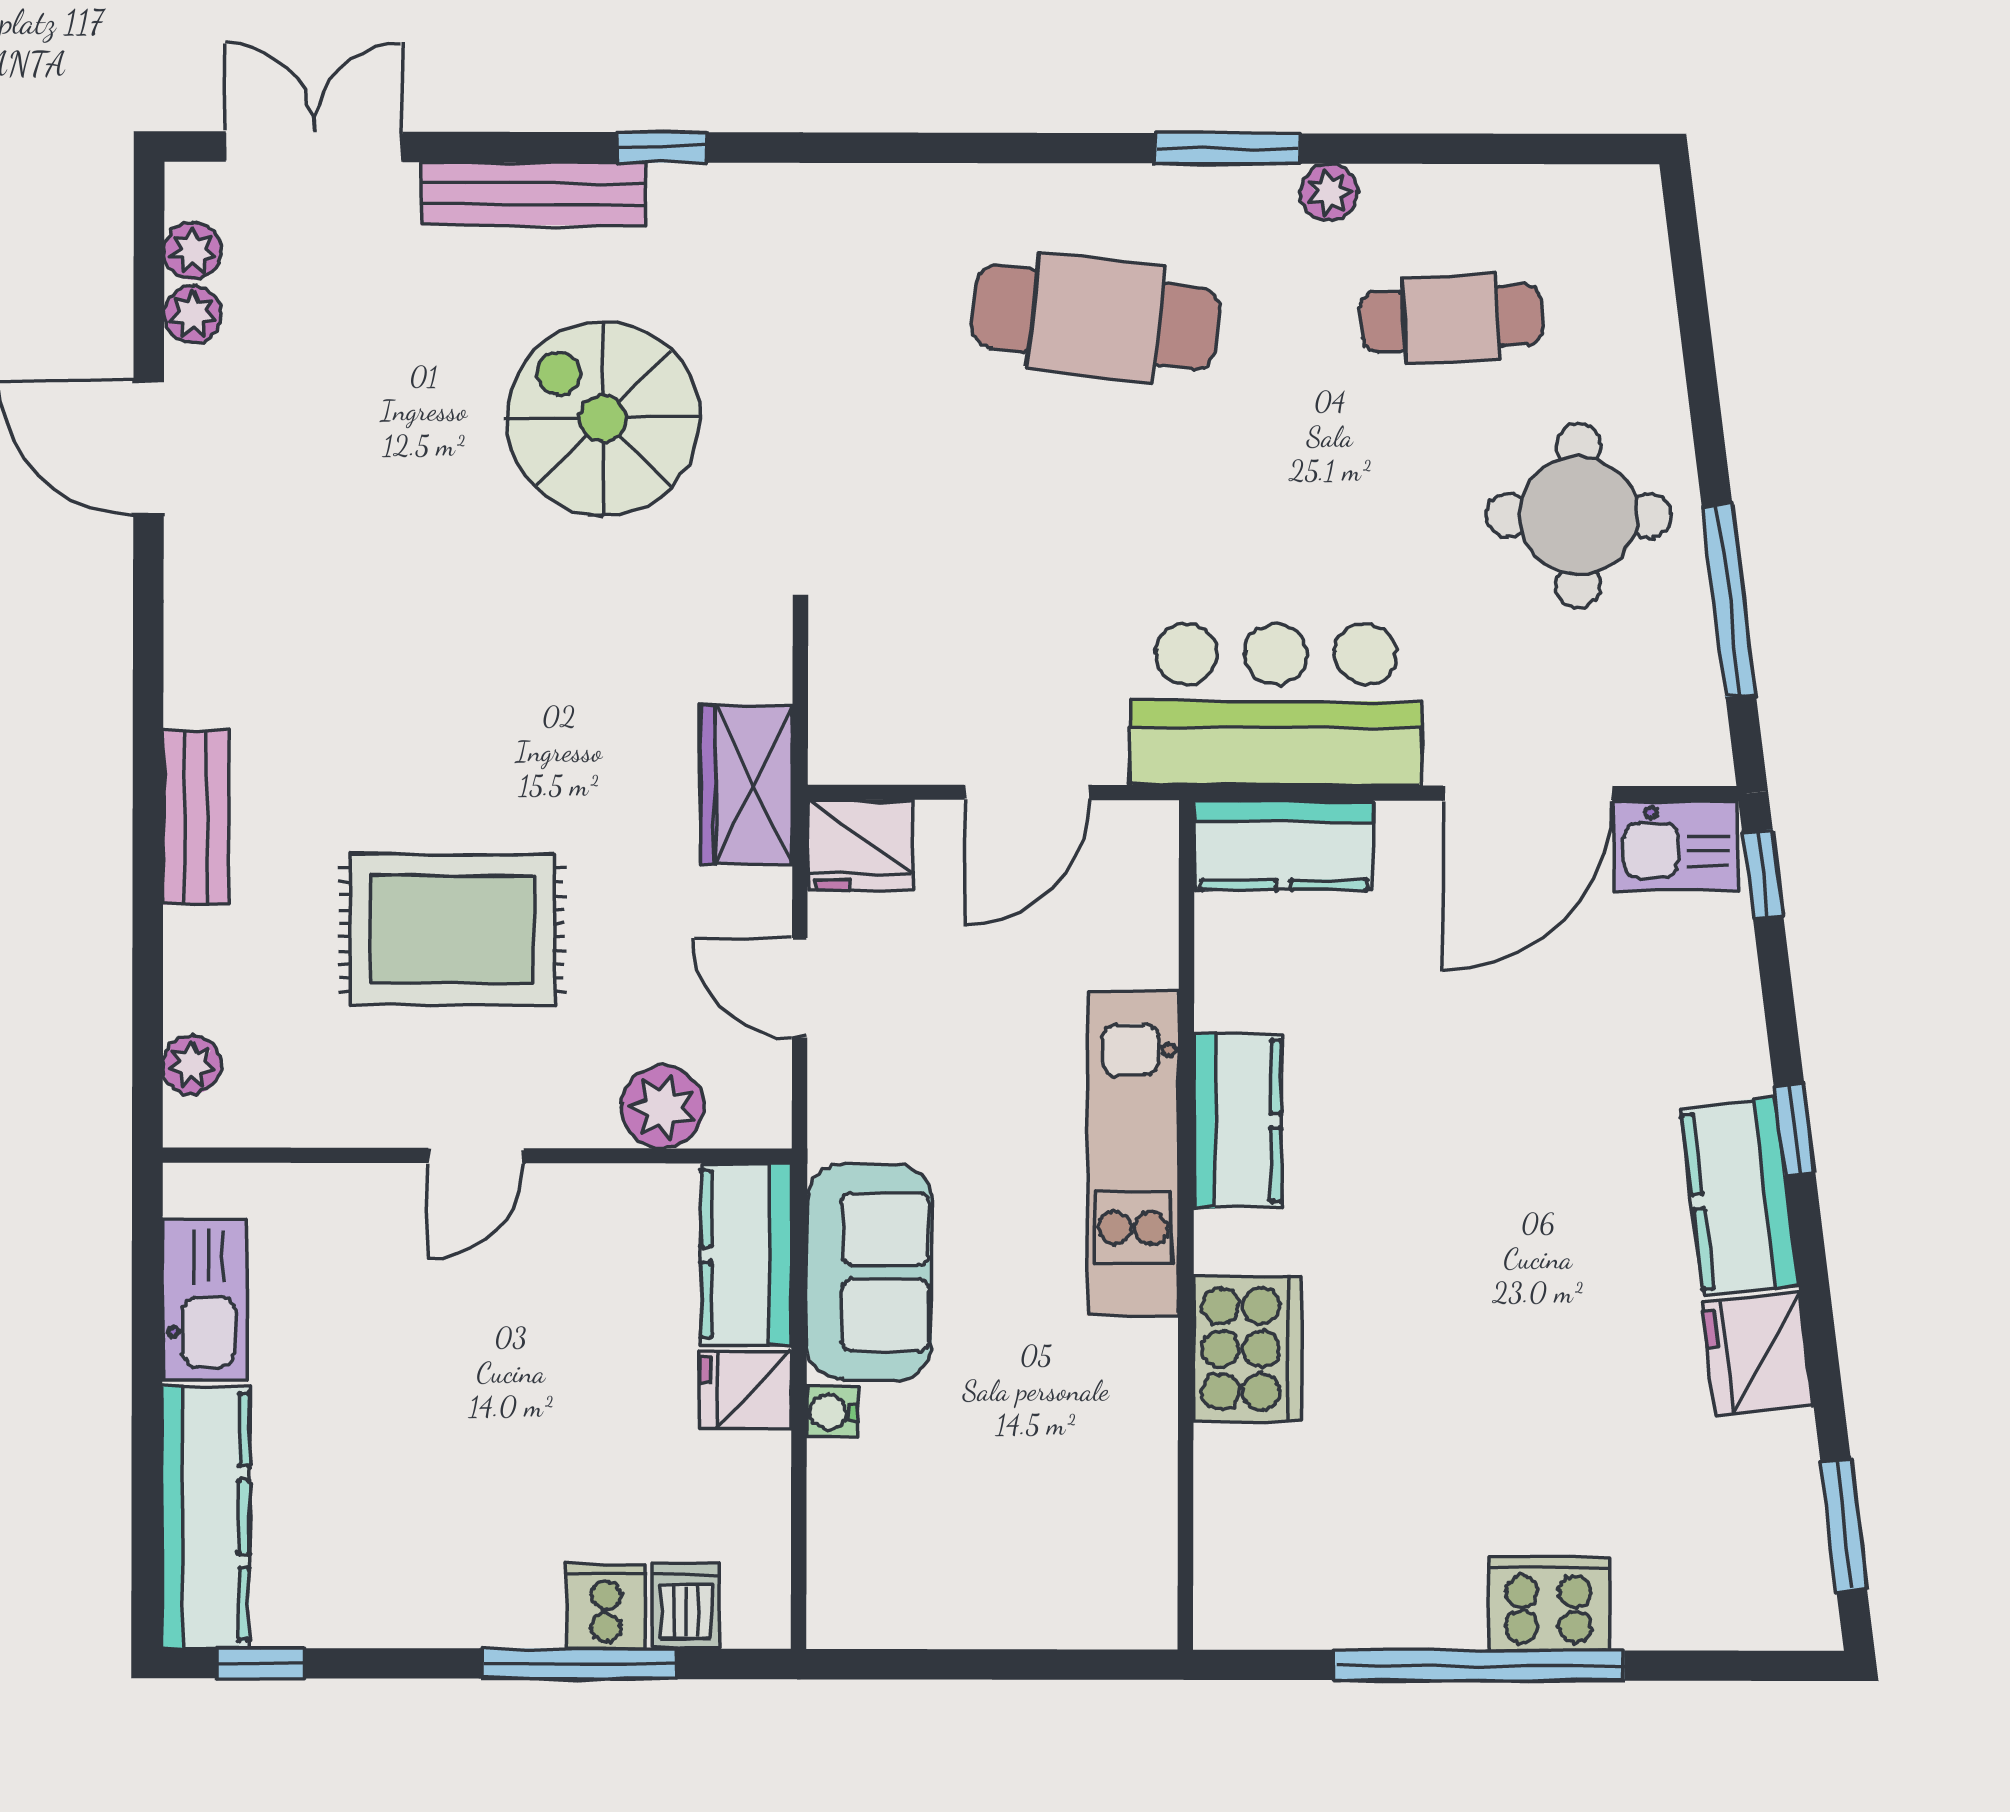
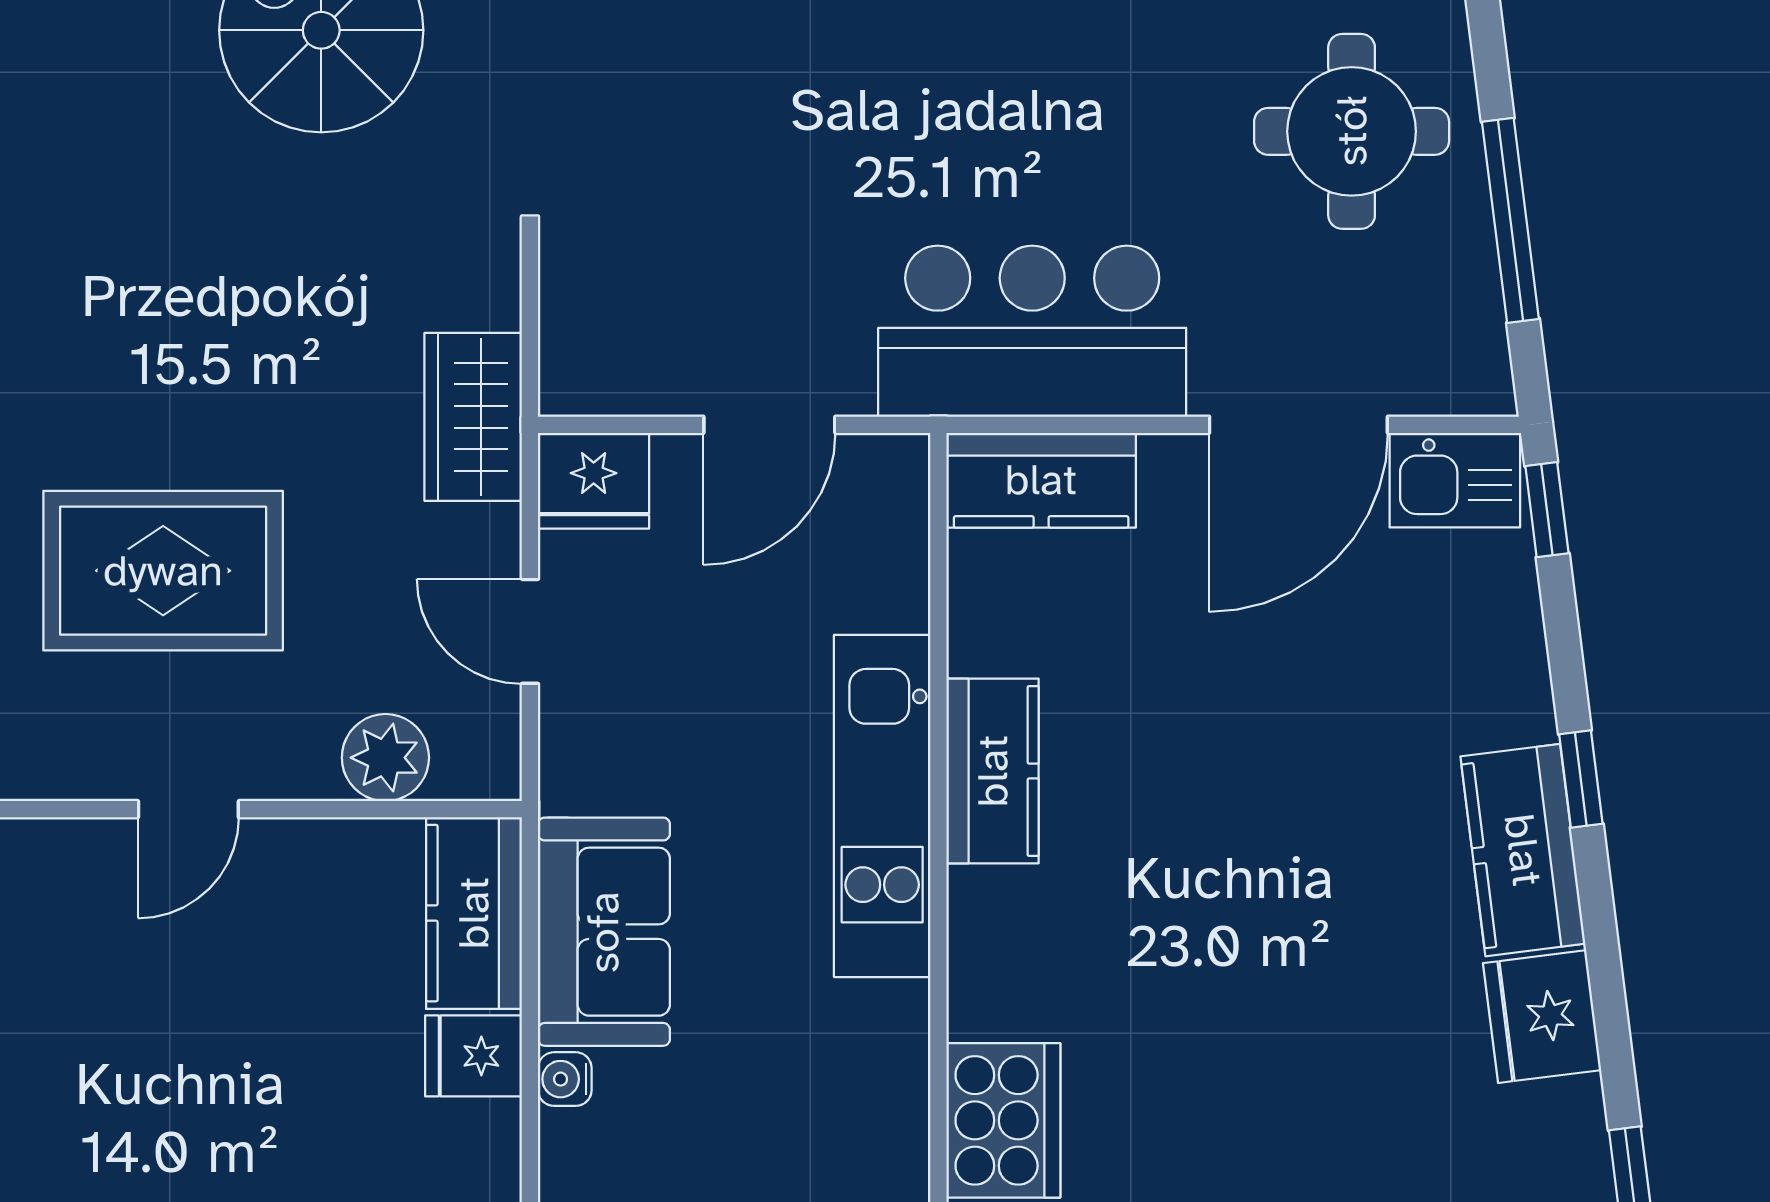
cooker: (1247, 1349) -> (1003, 1120), moved

